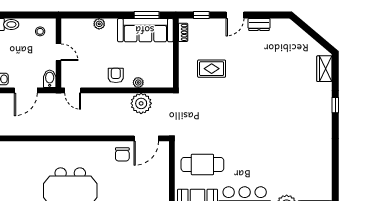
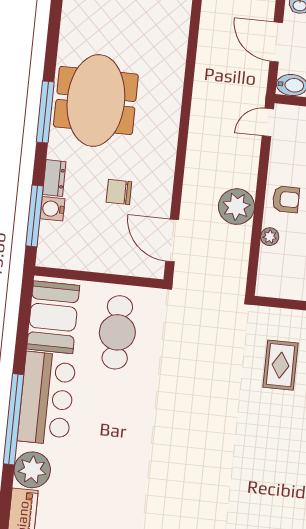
plant: (141, 103) -> (236, 207), moved
chair: (122, 154) -> (119, 192), moved

